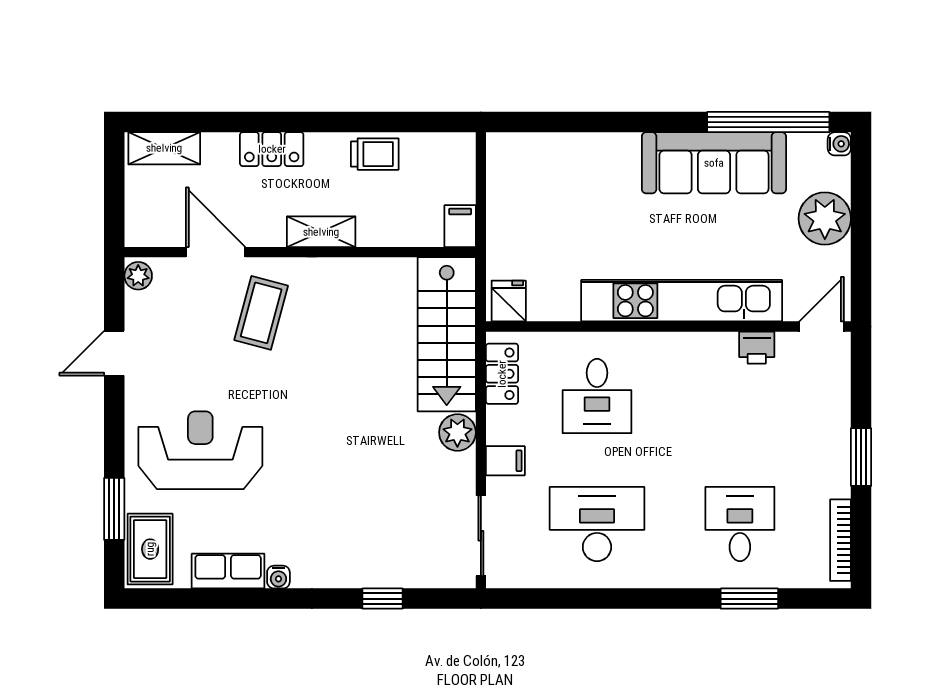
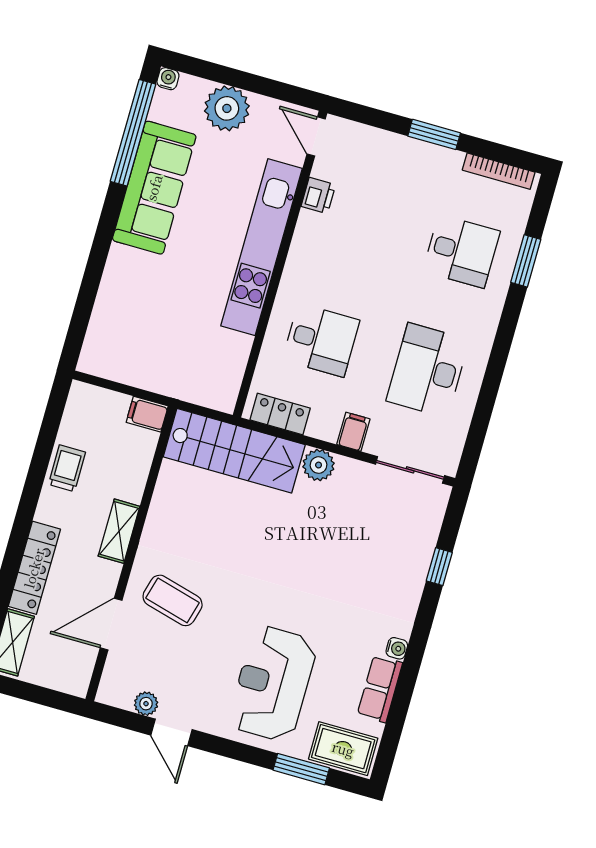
locker: (272, 149) -> (34, 568), width x1.53
plant: (138, 276) -> (146, 704), moved
fridge: (509, 301) -> (221, 391), removed
desk: (740, 524) -> (461, 251), turned 180

